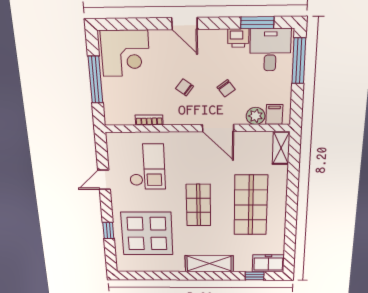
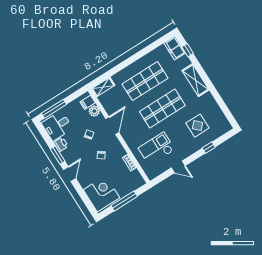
window: (257, 23) -> (58, 155), moved
shop shelf: (198, 205) -> (162, 108), width x1.43, depth x1.36
display table: (147, 234) -> (197, 126), width x0.54, depth x0.54

